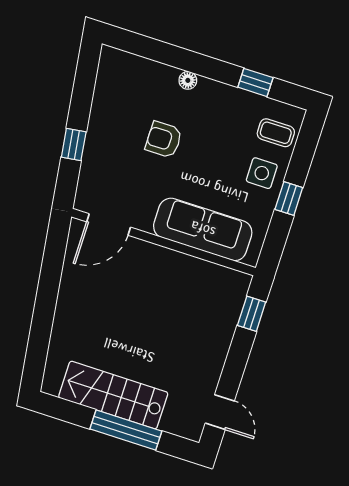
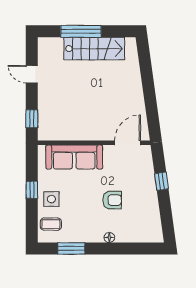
window: (255, 82) -> (71, 248), width x1.50
door: (220, 412) -> (32, 74), moved

